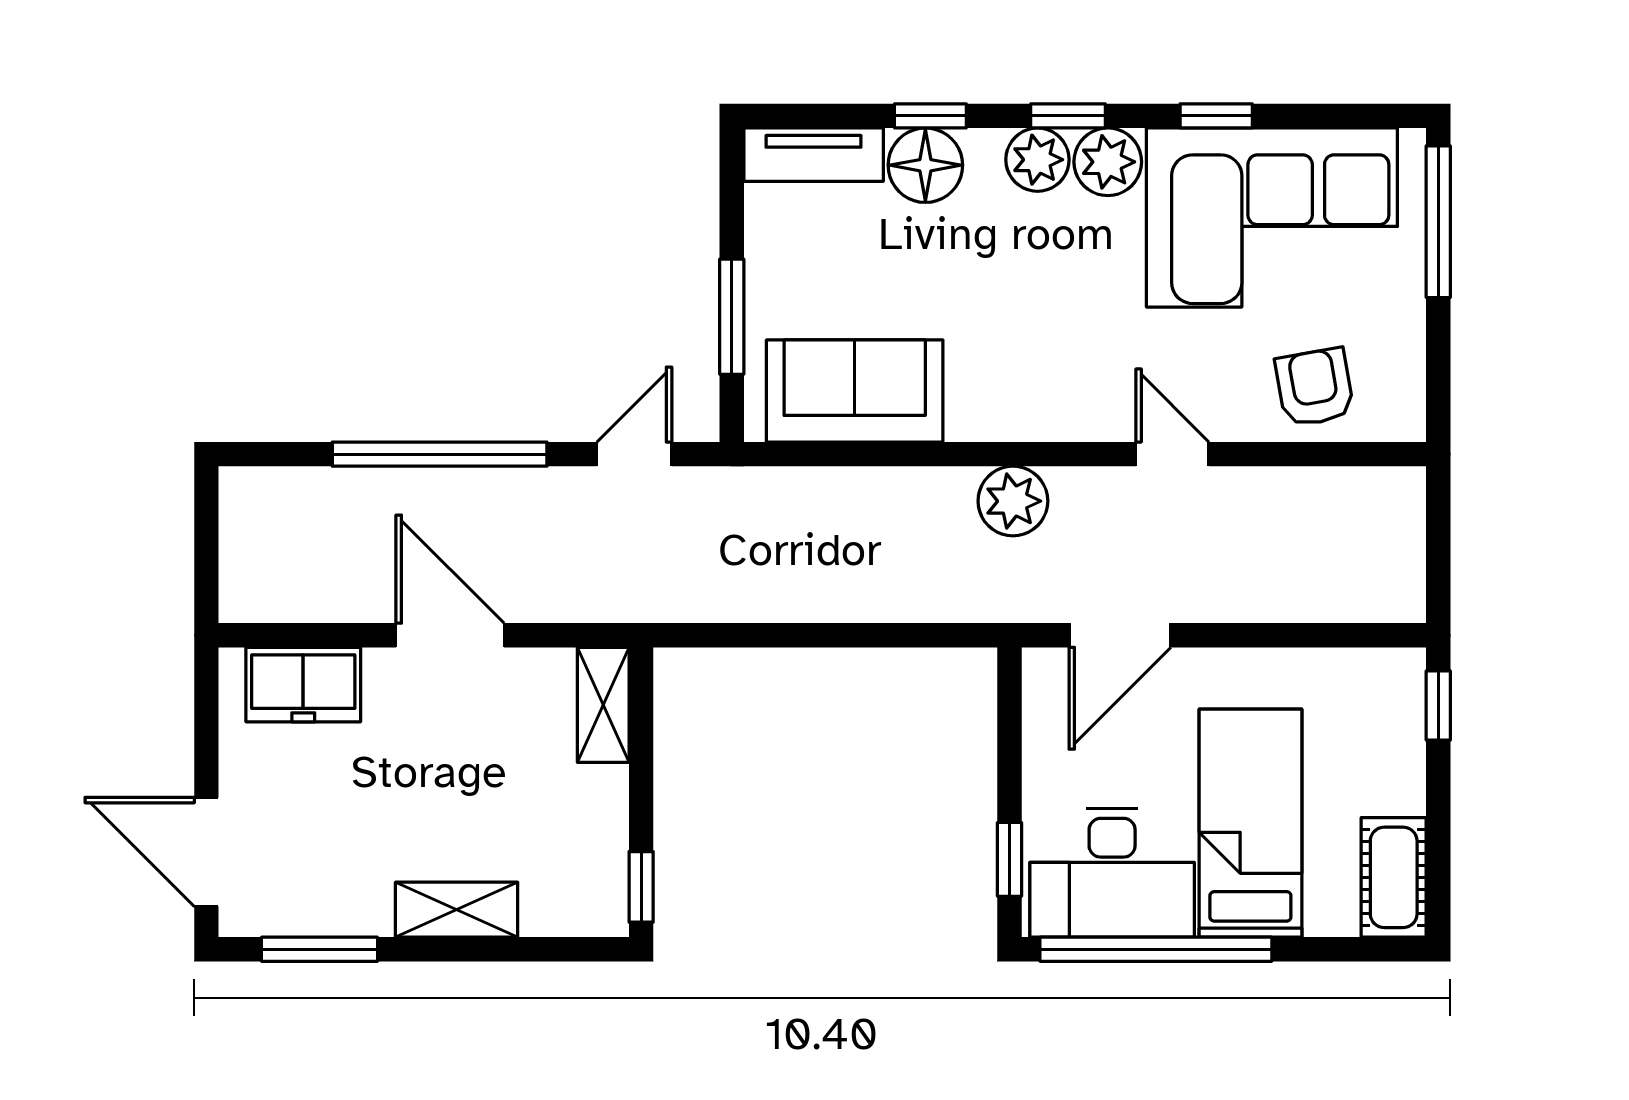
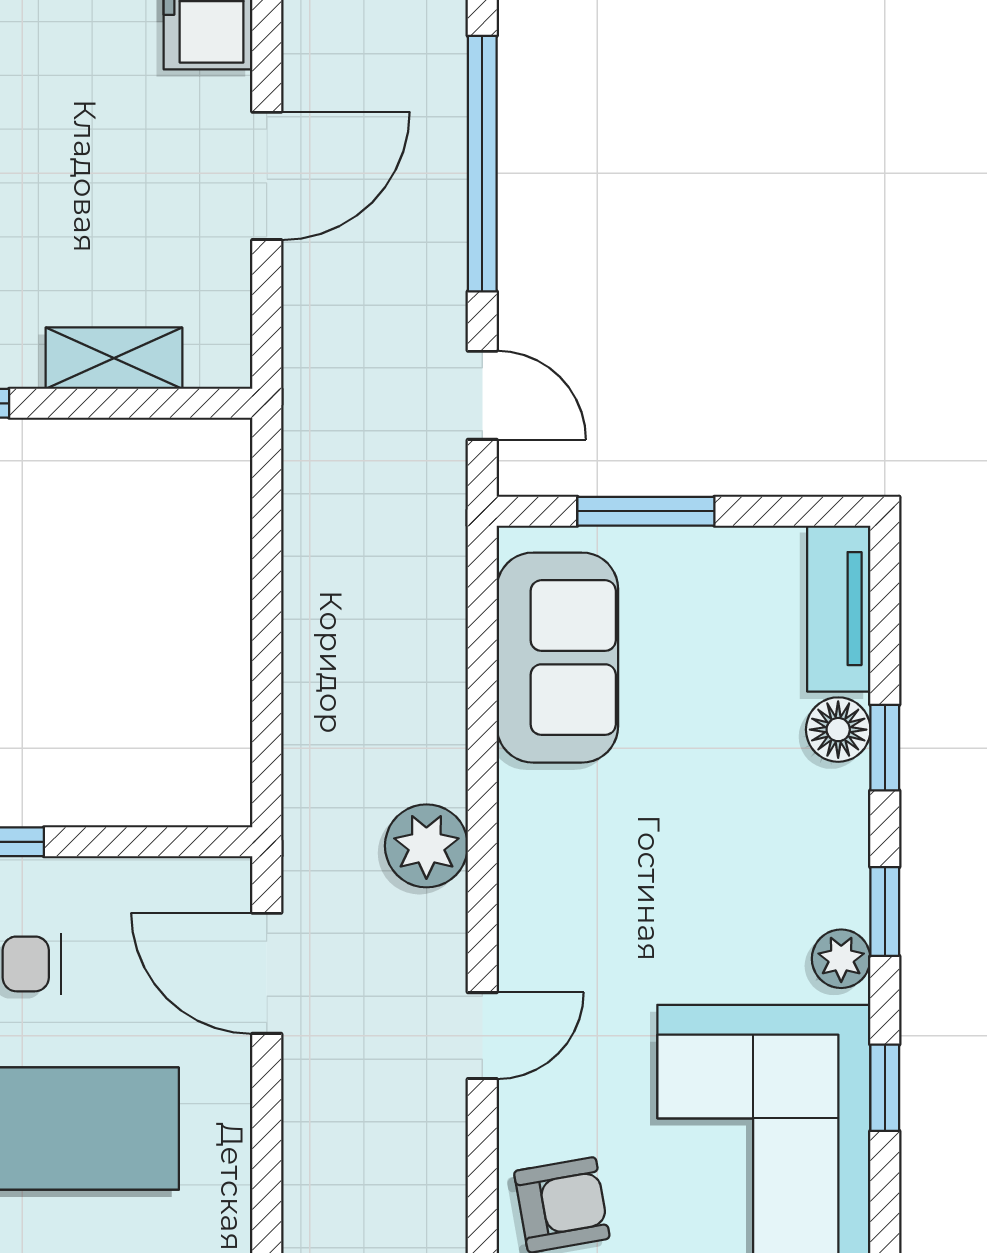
plant: (1037, 160) -> (833, 875), removed
plant: (1108, 162) -> (841, 959), width x0.73, depth x0.73
floor lamp: (925, 165) -> (838, 730), width x0.73, depth x0.73
shelving: (603, 705) -> (114, 358), moved

